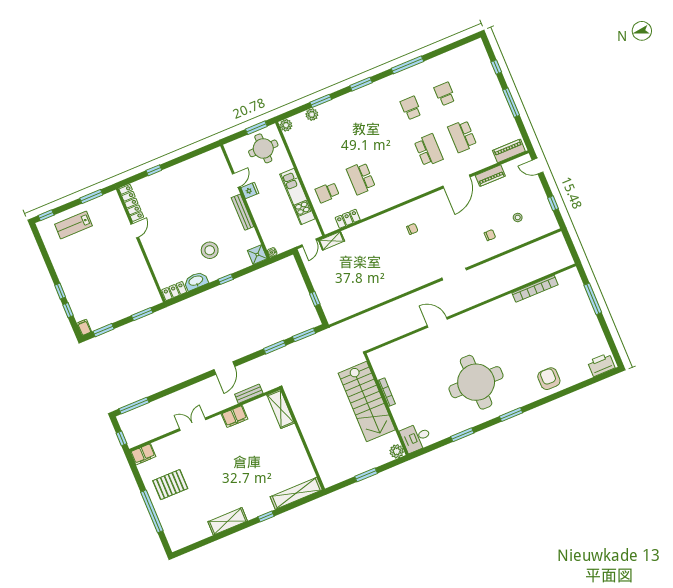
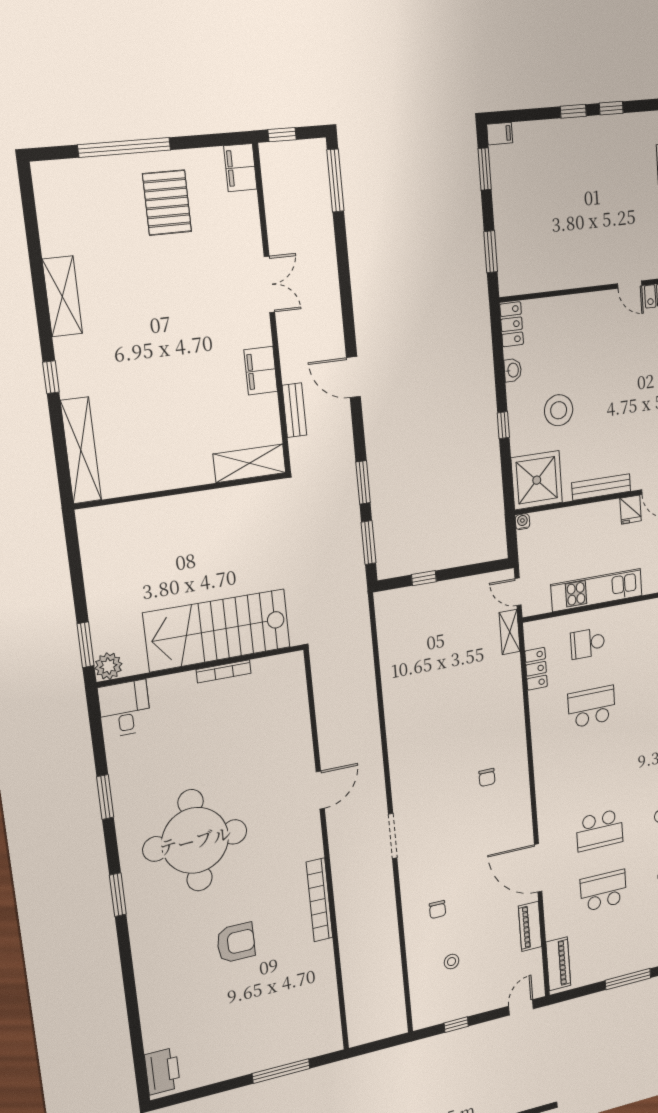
school desk: (327, 192) -> (588, 643), turned -90
shower: (257, 255) -> (537, 480), width x1.86, depth x1.86
washbasin: (196, 281) -> (513, 370), width x0.52, depth x0.69
bookcase: (535, 289) -> (319, 900), moved
window: (68, 310) -> (611, 108), moved
armchair: (549, 379) -> (236, 943), moved
window: (366, 475) -> (86, 645), moved

